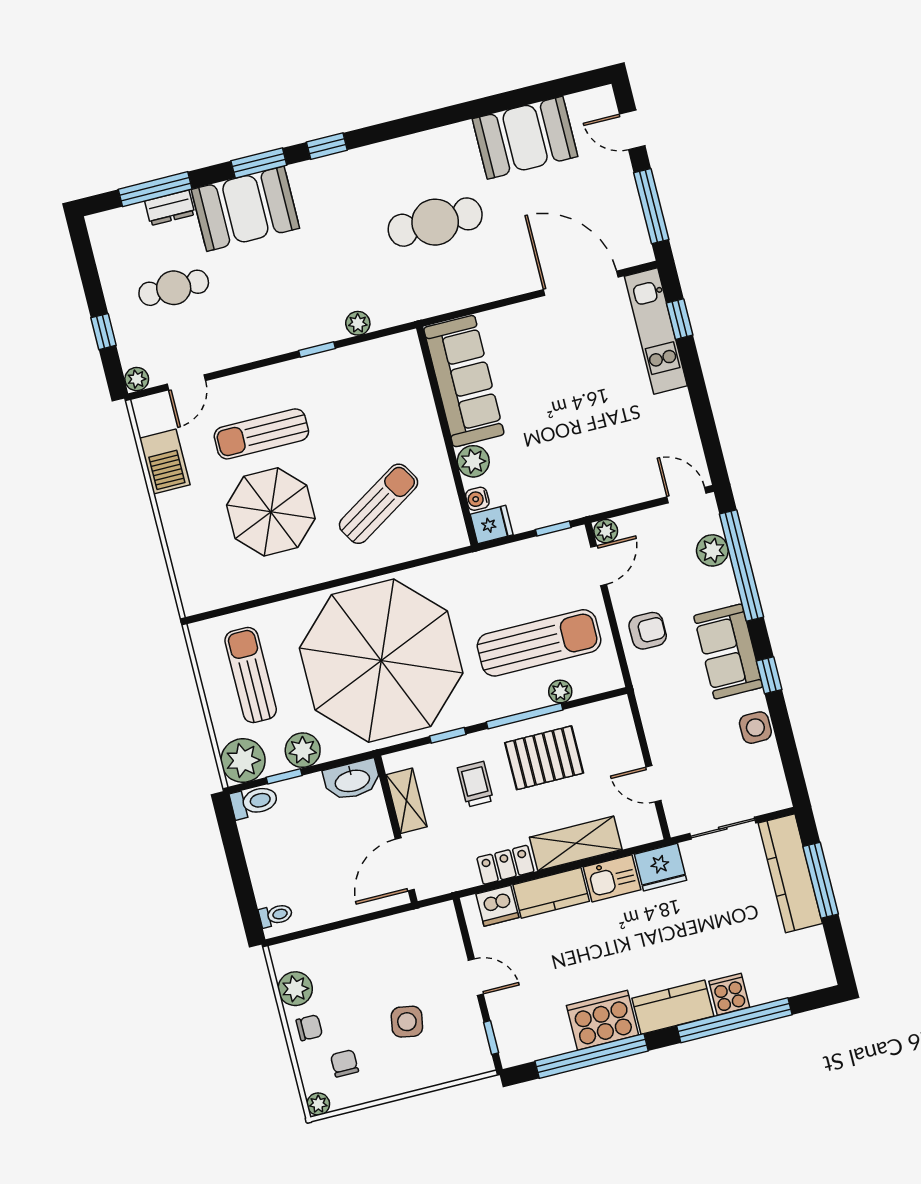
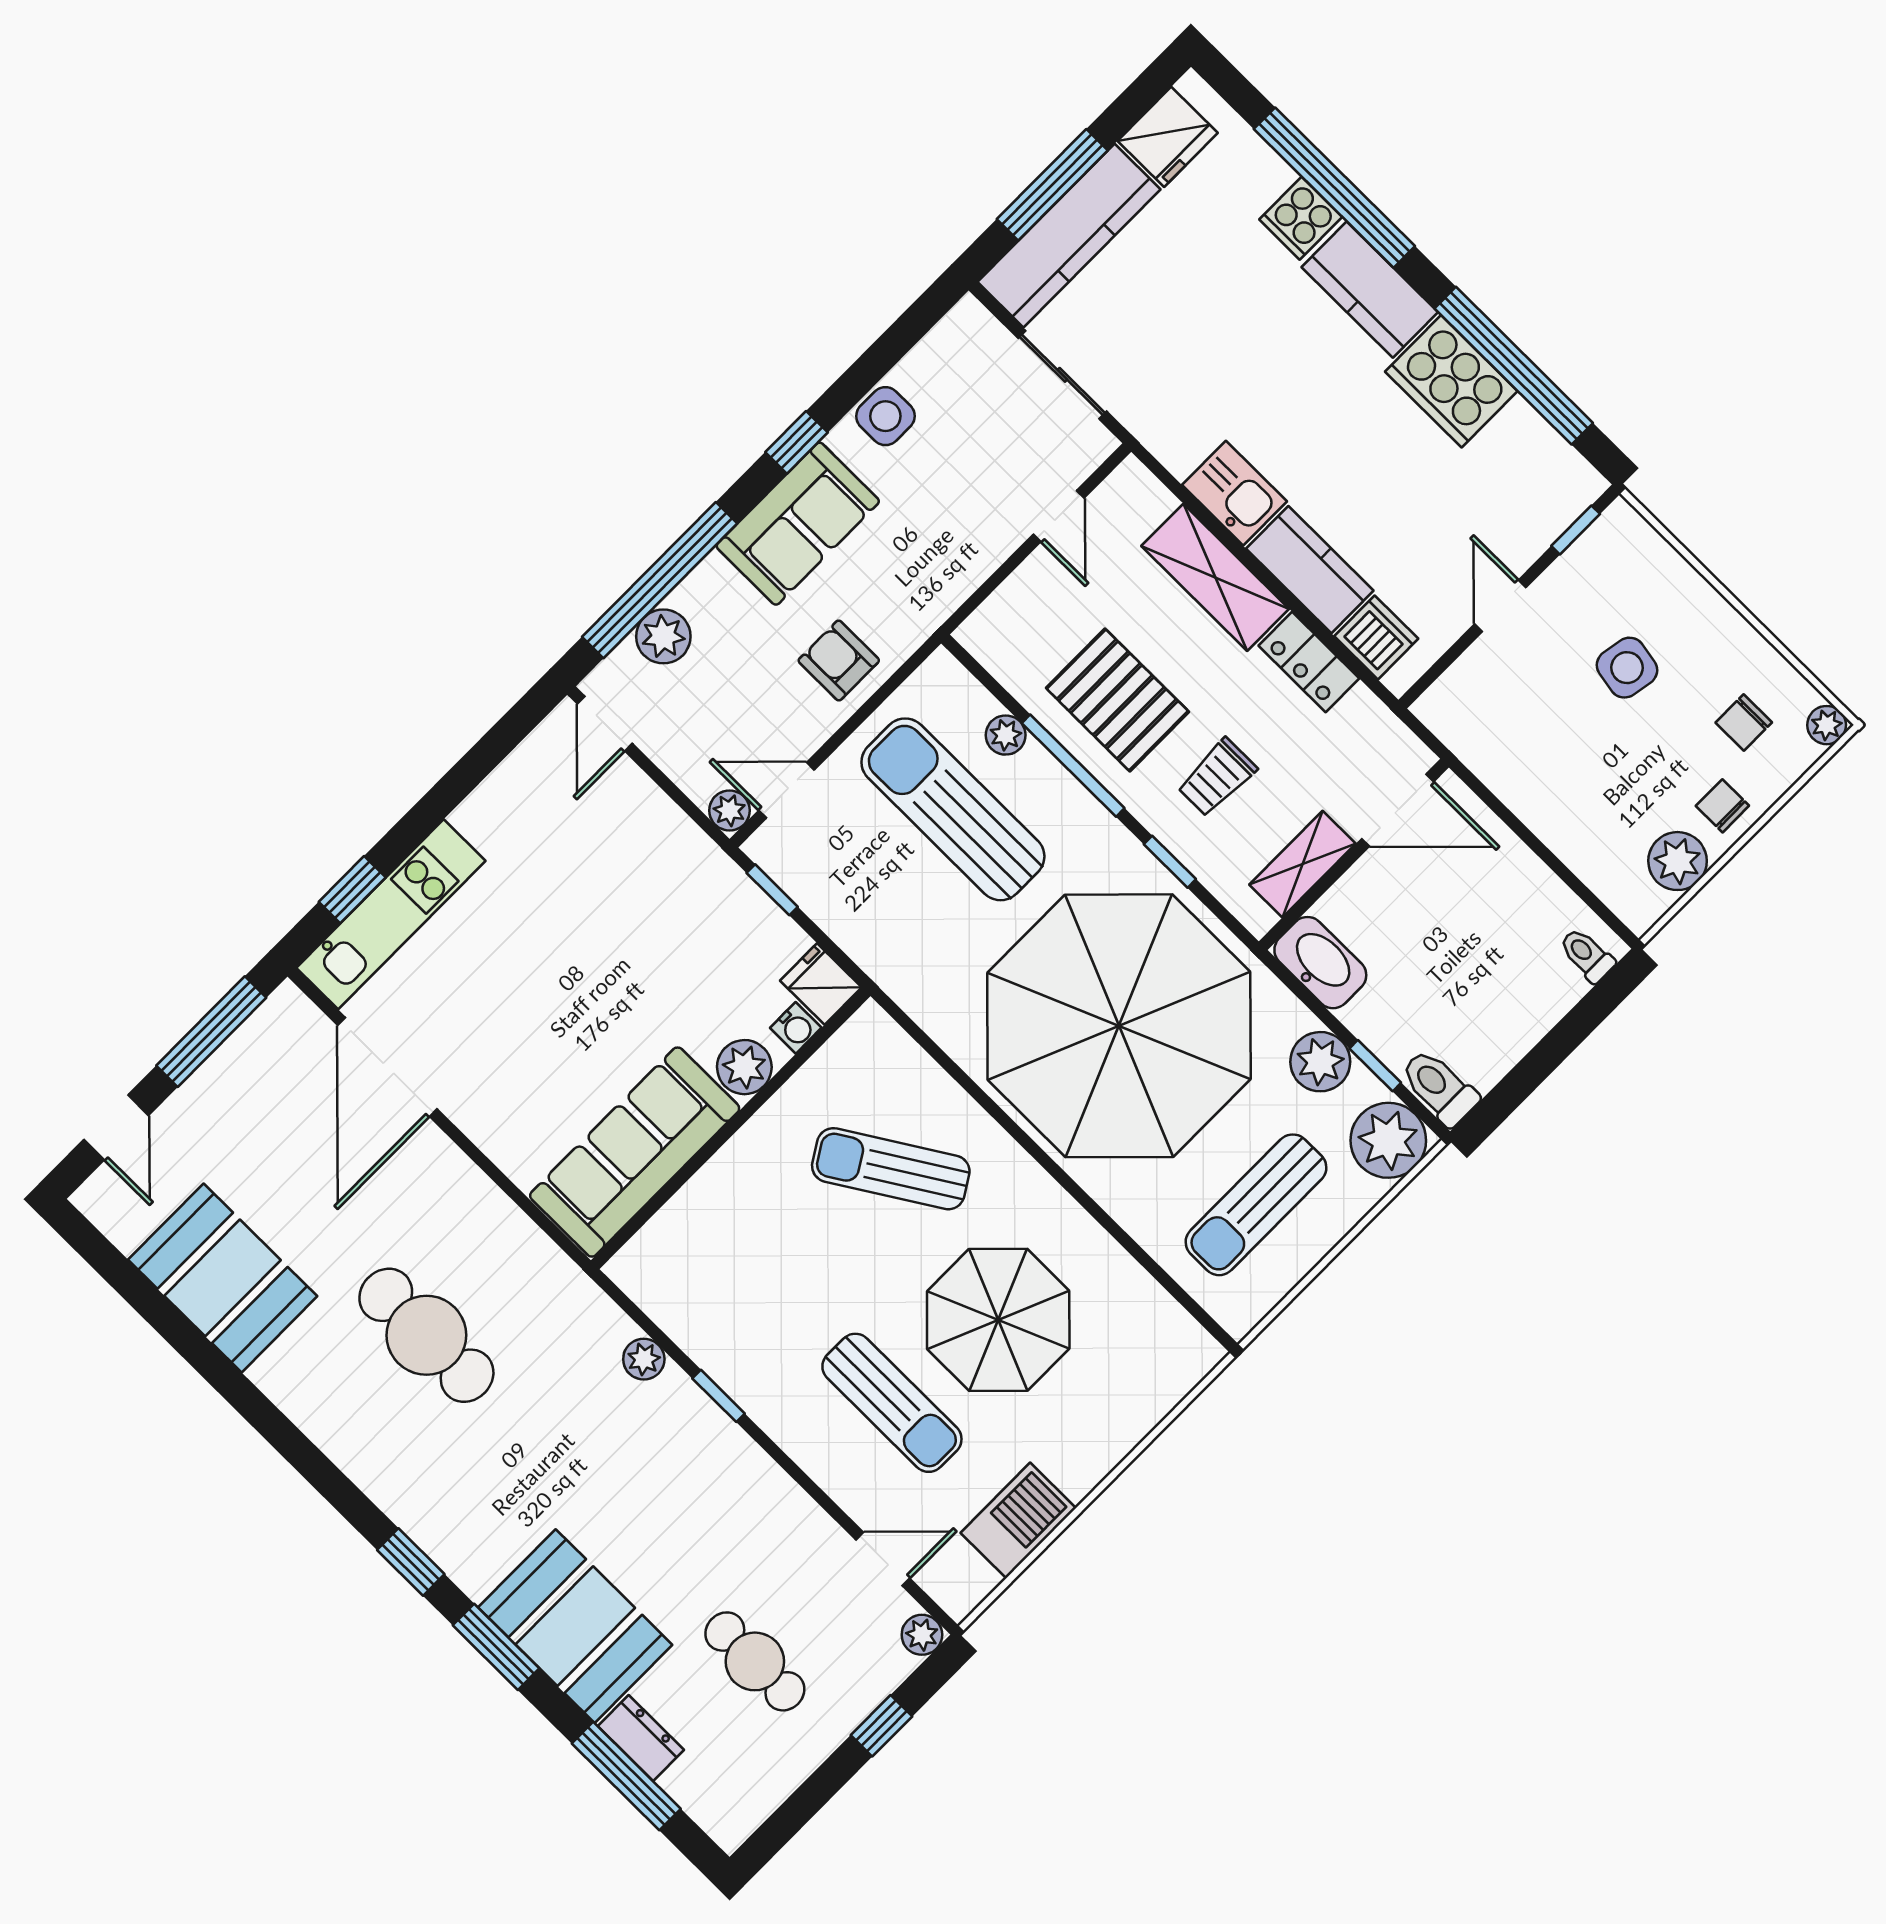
fridge: (660, 867) -> (1168, 137), moved, turned 90

